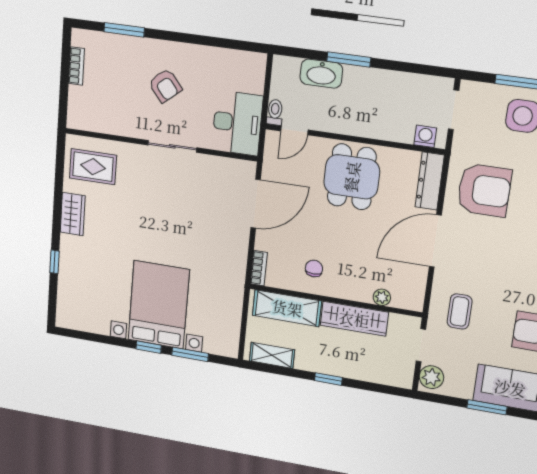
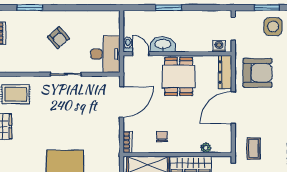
washbasin: (321, 74) -> (163, 44), moved, turned 180
door: (294, 131) -> (141, 54), swing flipped

